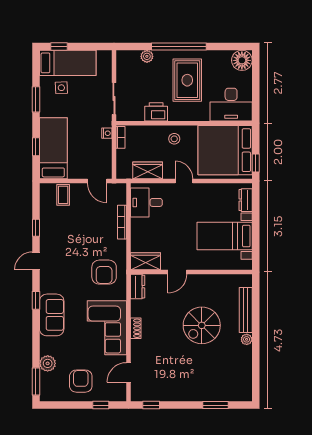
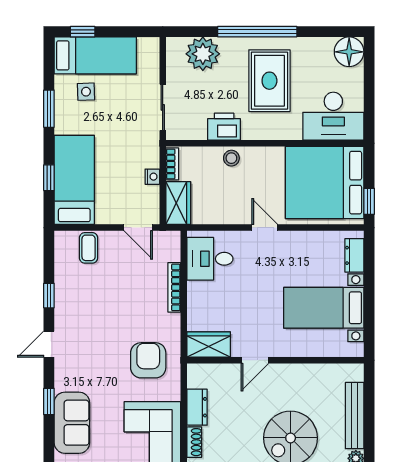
plant: (147, 56) -> (203, 54), width x1.88, depth x1.88
nightstand: (107, 133) -> (152, 177), moved
stool: (174, 139) -> (231, 158), moved
wardrobe: (148, 170) -> (178, 203), moved, turned 90
armchair: (104, 272) -> (148, 360), turned 180
dresser: (138, 287) -> (197, 407), moved

